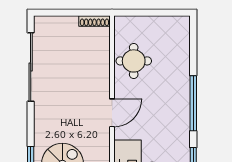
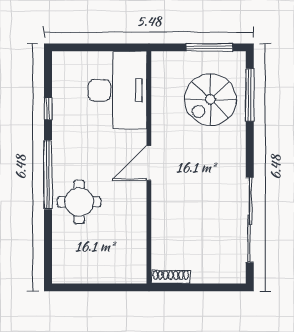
round table: (134, 61) -> (79, 202), moved

